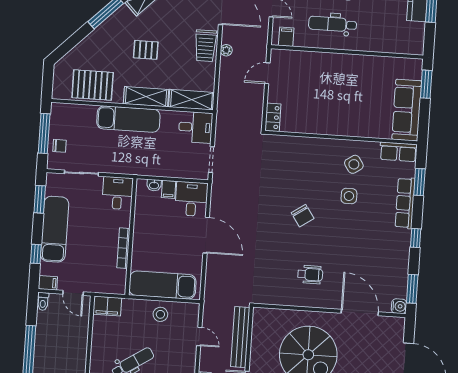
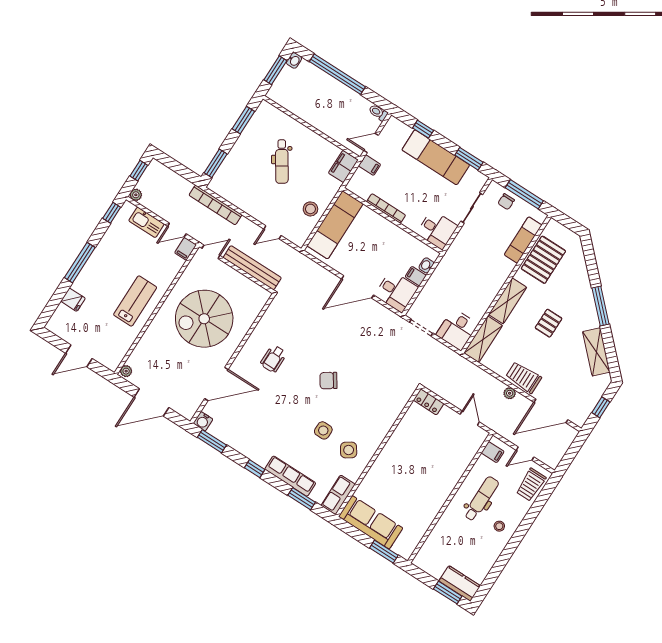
exam couch: (128, 119) -> (523, 240), moved, width x0.73, depth x0.69
filing cabinet: (48, 283) -> (370, 165), moved, turned -90

